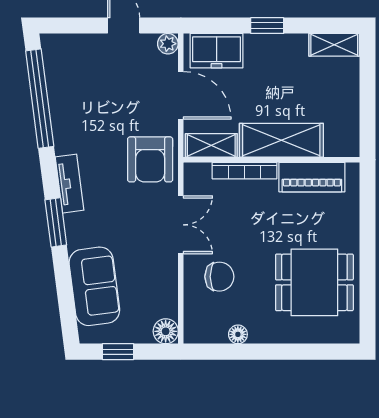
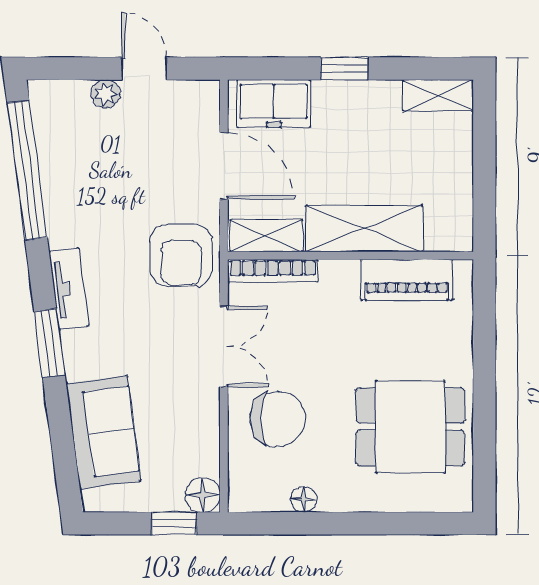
plant: (168, 44) -> (106, 94), moved
bookcase: (245, 171) -> (273, 271), moved
chair: (219, 277) -> (278, 419), width x1.37, depth x1.37
window: (118, 352) -> (174, 523), moved

